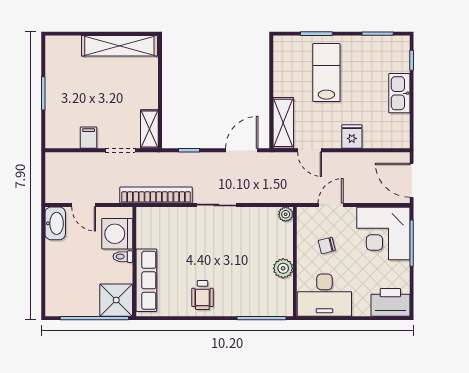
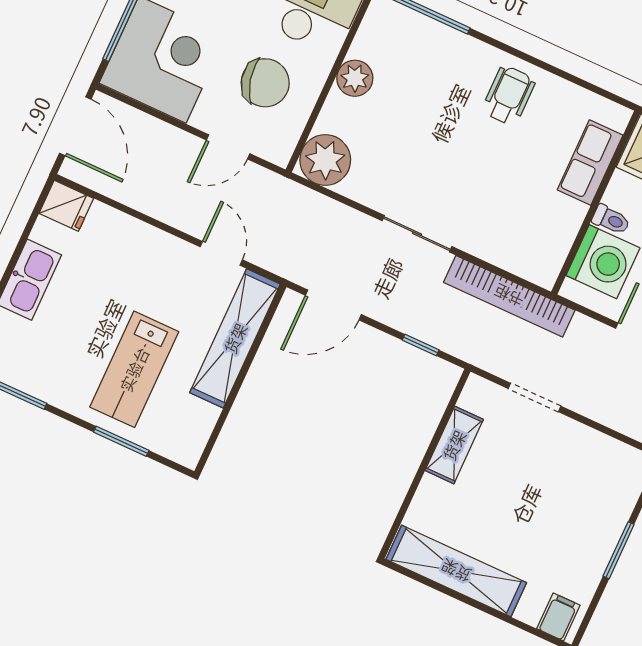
shelving: (283, 123) -> (235, 338), width x1.47
shelving: (149, 129) -> (454, 445), moved
fridge: (352, 137) -> (66, 206), moved, turned -90
filing cabinet: (89, 138) -> (558, 617), moved, turned 180
plant: (286, 214) -> (325, 160), width x1.88, depth x1.88
chair: (327, 245) -> (265, 83), width x1.87, depth x1.87
row of seats: (146, 280) -> (590, 163), width x0.68

